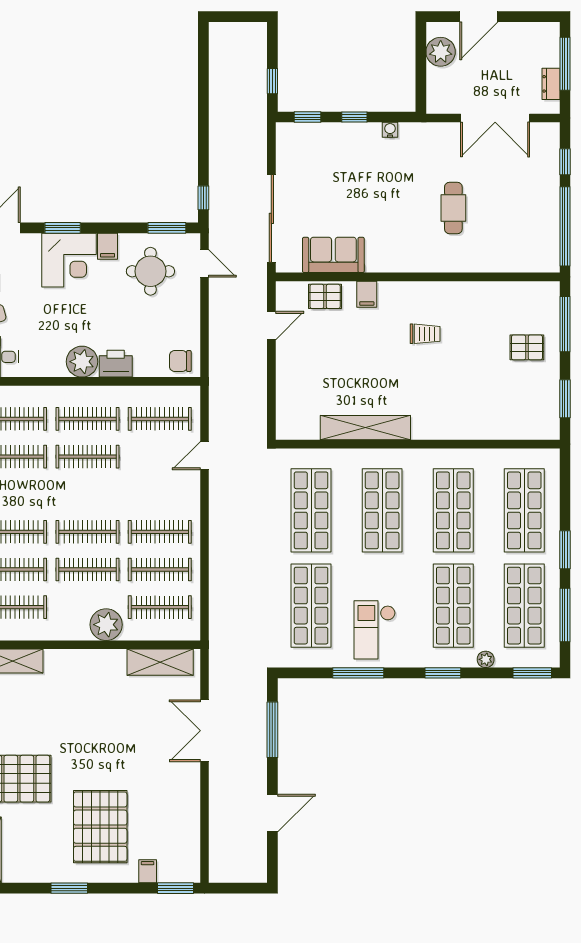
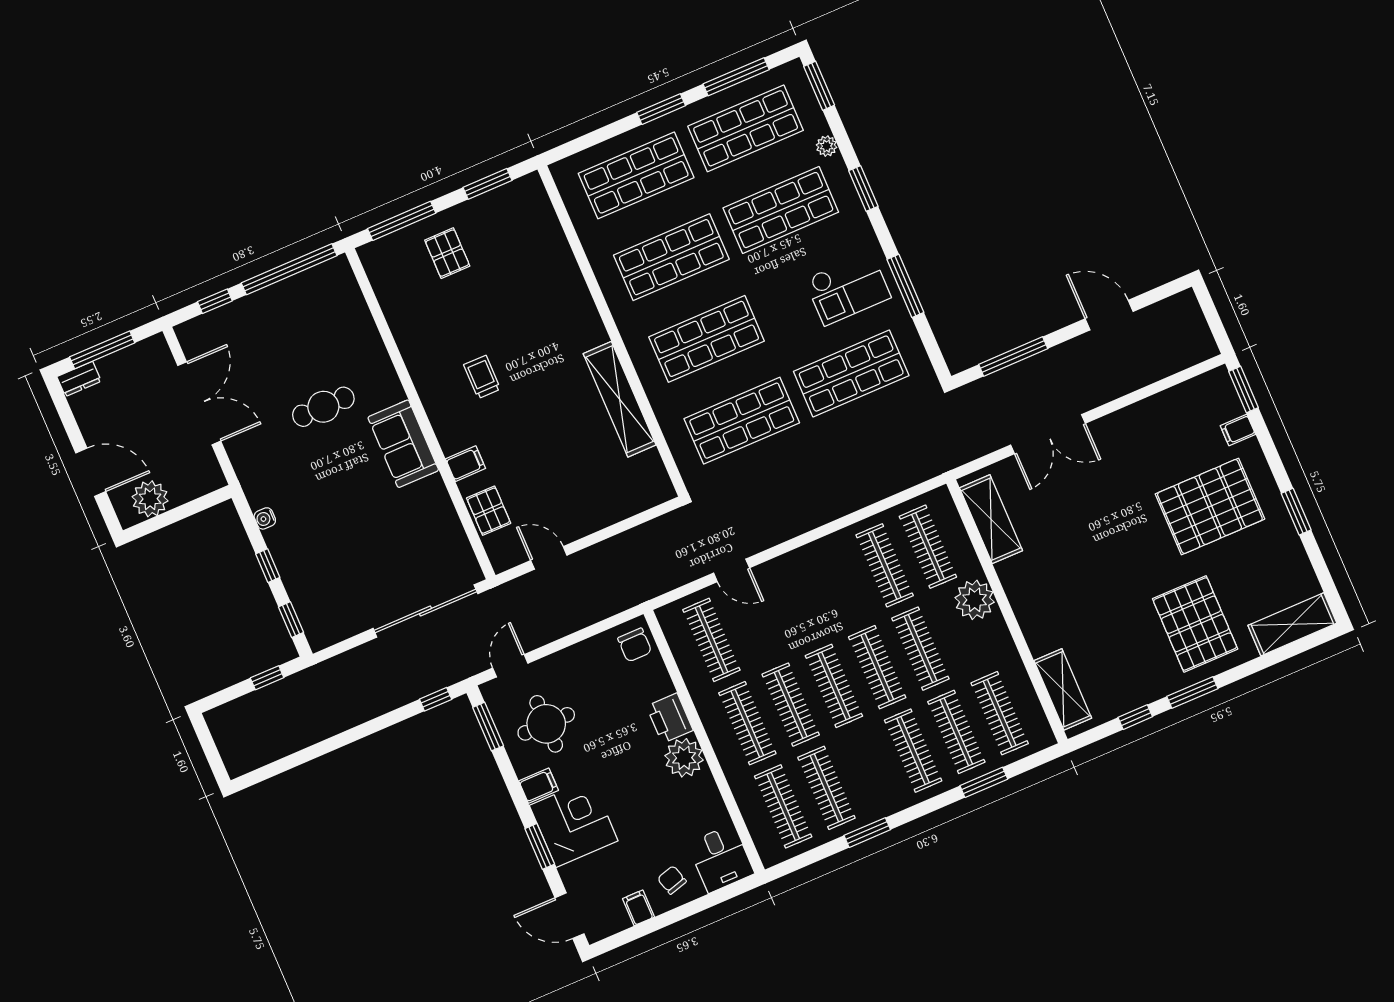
dresser: (551, 84) -> (79, 379), moved
sofa: (333, 255) -> (403, 444), moved
clothes rail: (160, 532) -> (834, 686), moved

